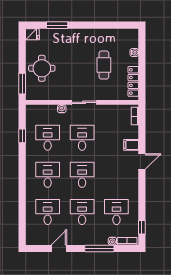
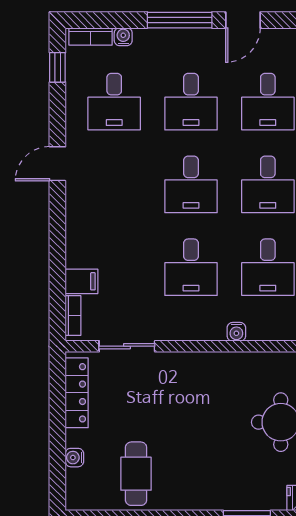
cafe table: (104, 65) -> (136, 474), moved
sliding door: (84, 102) -> (127, 346), moved
filing cabinet: (131, 145) -> (81, 281), moved
door: (142, 162) -> (57, 164), moved
window: (99, 249) -> (180, 20), moved

